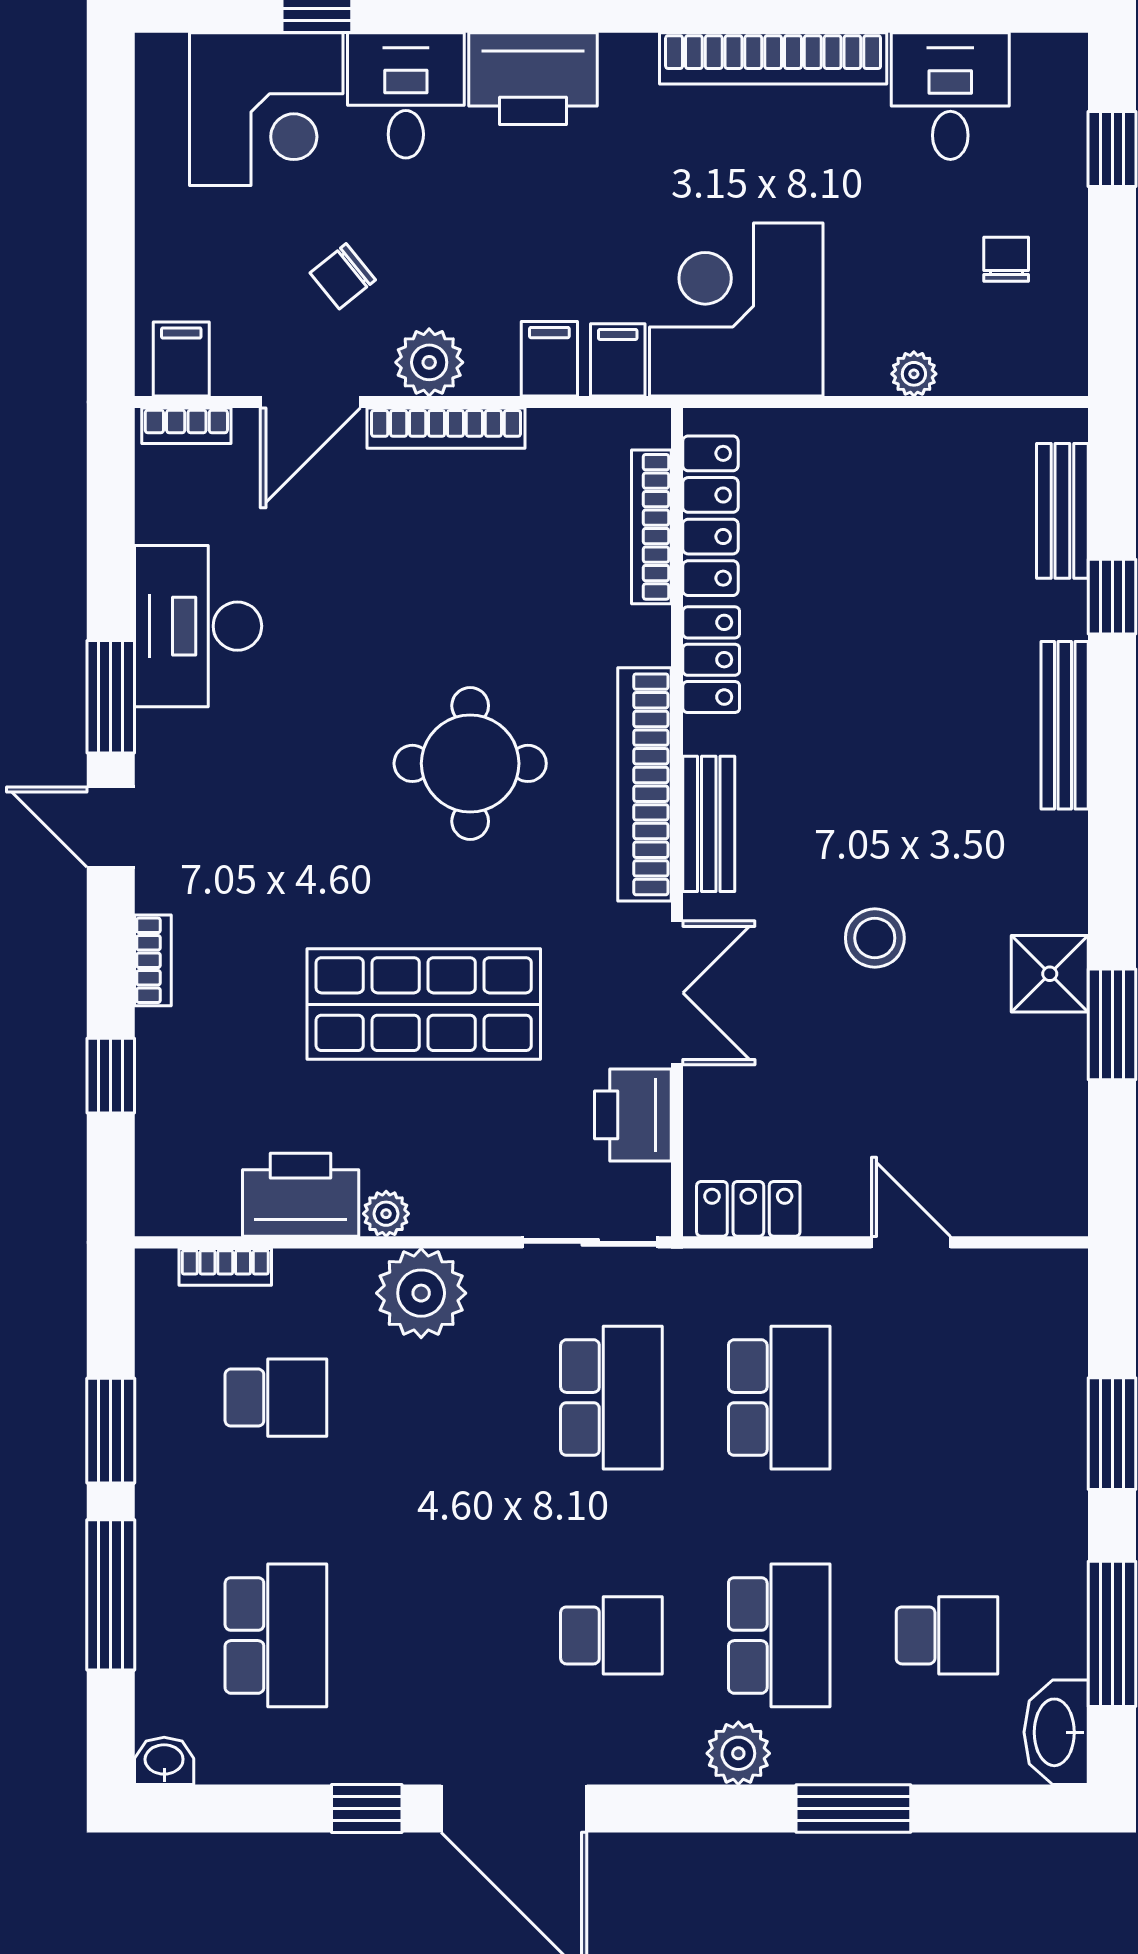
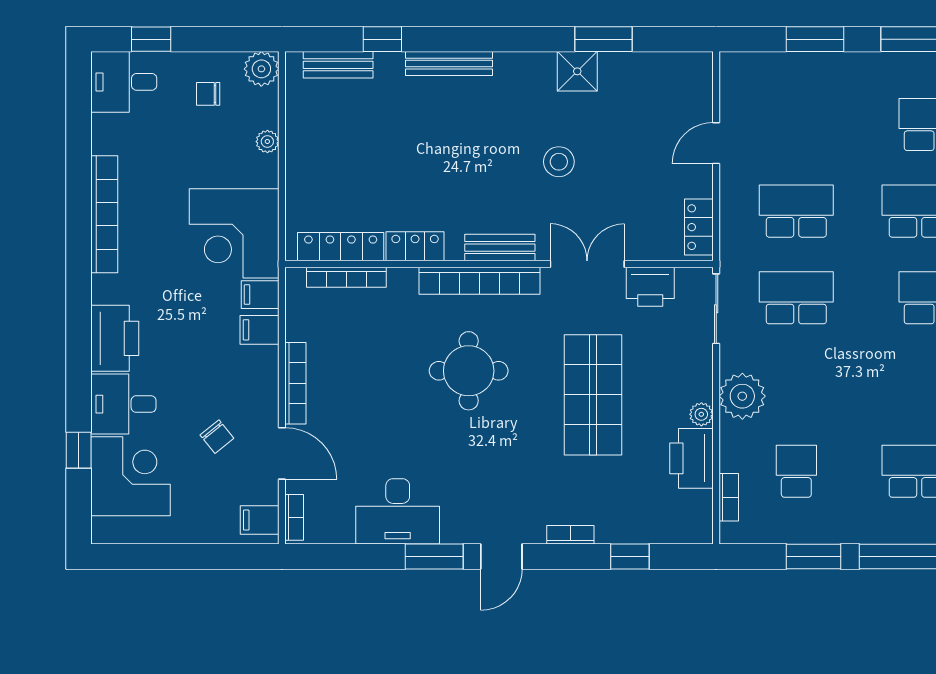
desk: (950, 96) -> (124, 82), moved
plant: (429, 362) -> (261, 69), moved

